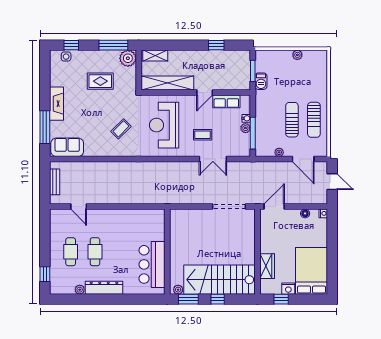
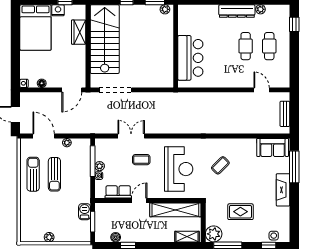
boiler: (229, 55) -> (116, 237), added
bar counter: (152, 264) -> (190, 58), moved
stairs: (219, 280) -> (105, 39), moved, turned -90

